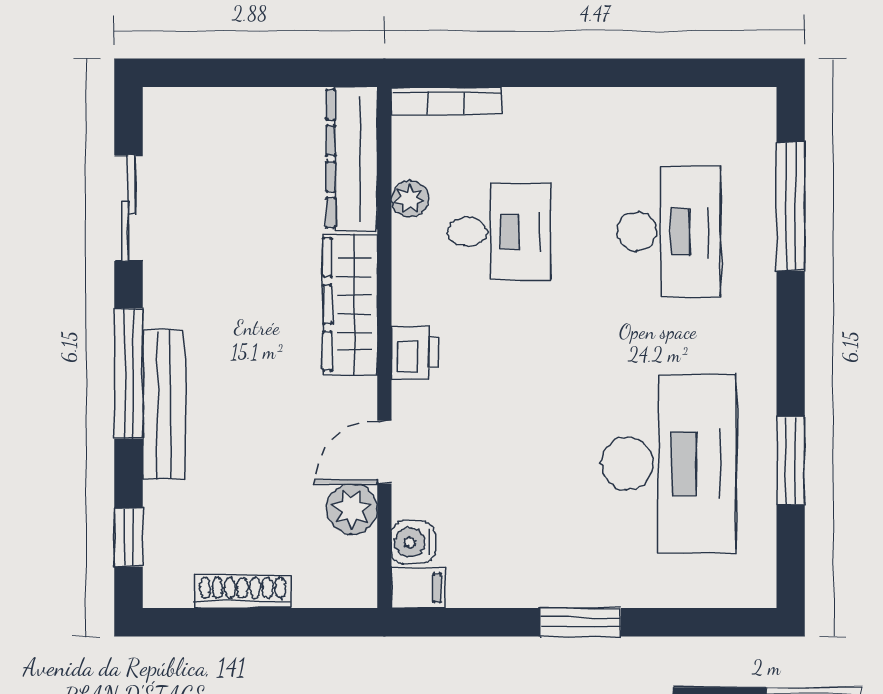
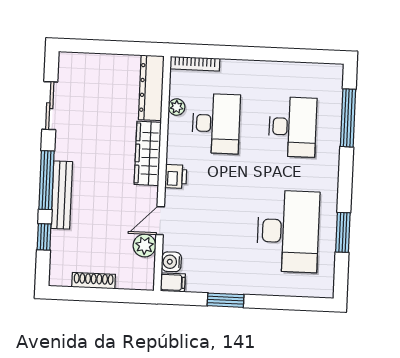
desk: (499, 232) -> (216, 124), width x1.37
window: (128, 537) -> (44, 237), moved
window: (581, 622) -> (226, 300), moved

